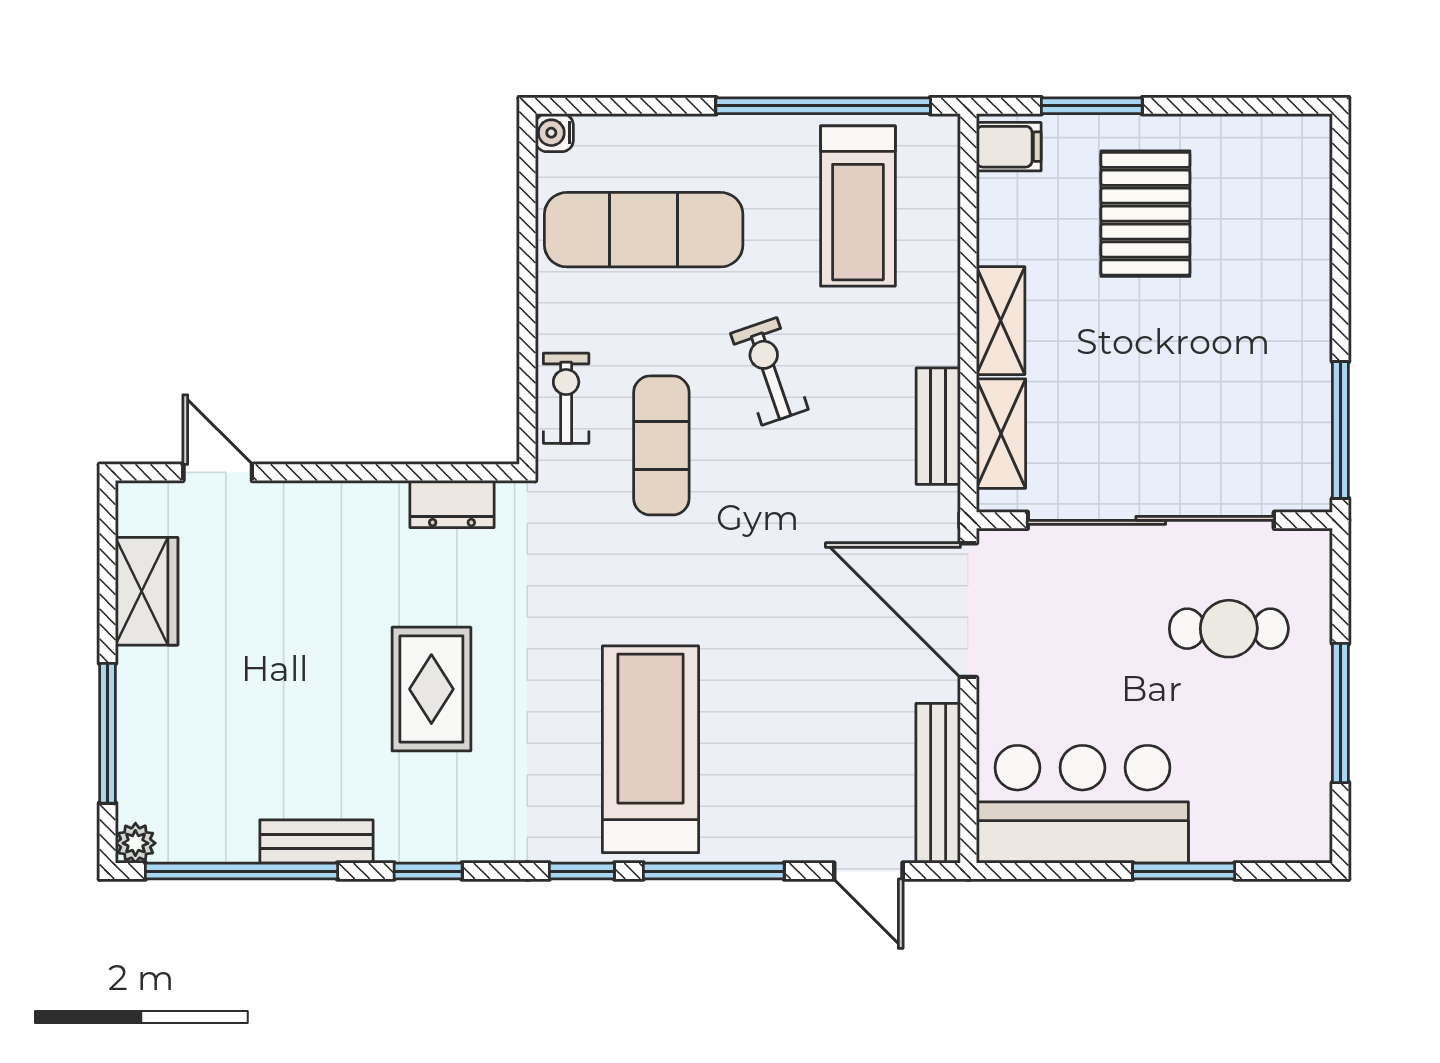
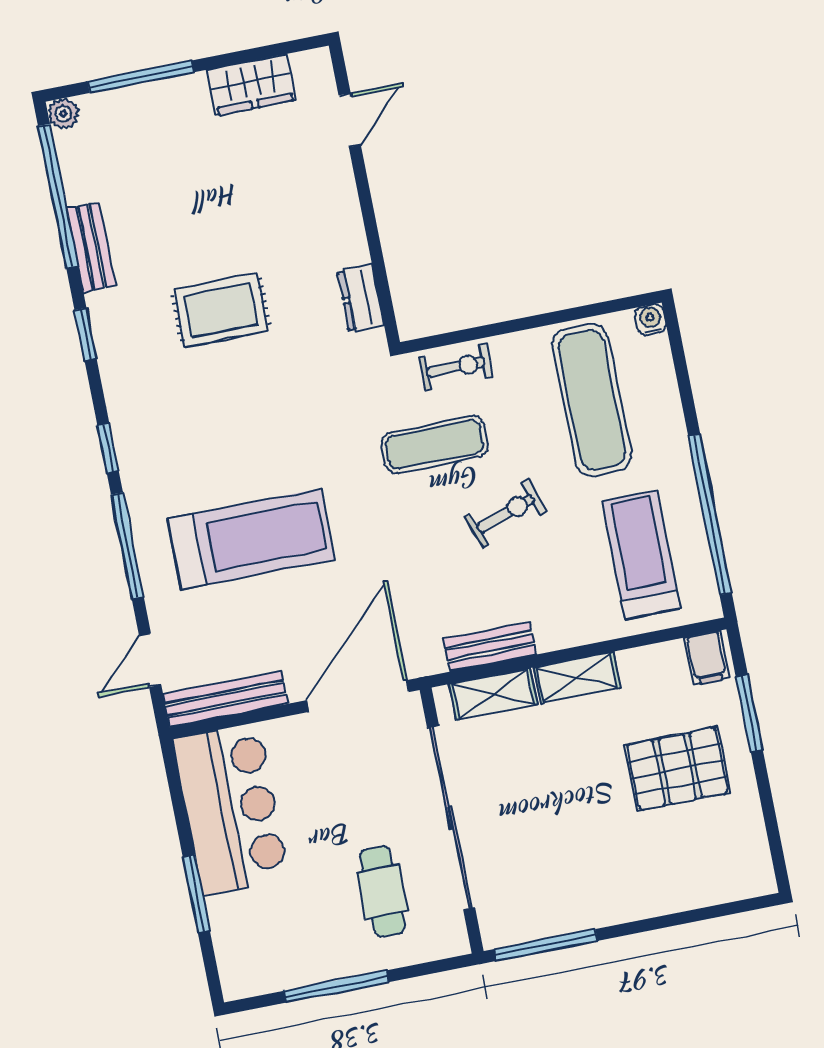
treadmill: (858, 206) -> (641, 555), turned 90
treadmill: (651, 749) -> (251, 539), moved

